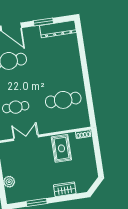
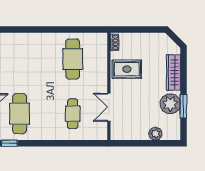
wardrobe: (65, 189) -> (173, 72), width x1.50
plant: (37, 191) -> (170, 104), added

